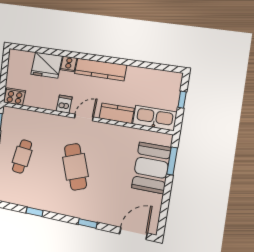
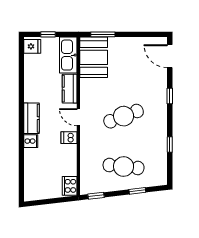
fridge: (47, 65) -> (32, 46), moved, width x0.53, depth x0.75
kitchen counter: (100, 69) -> (32, 118), width x0.67
cafe table: (22, 156) -> (124, 166), width x1.37, depth x1.35
booth: (151, 168) -> (94, 57), moved, turned 90

